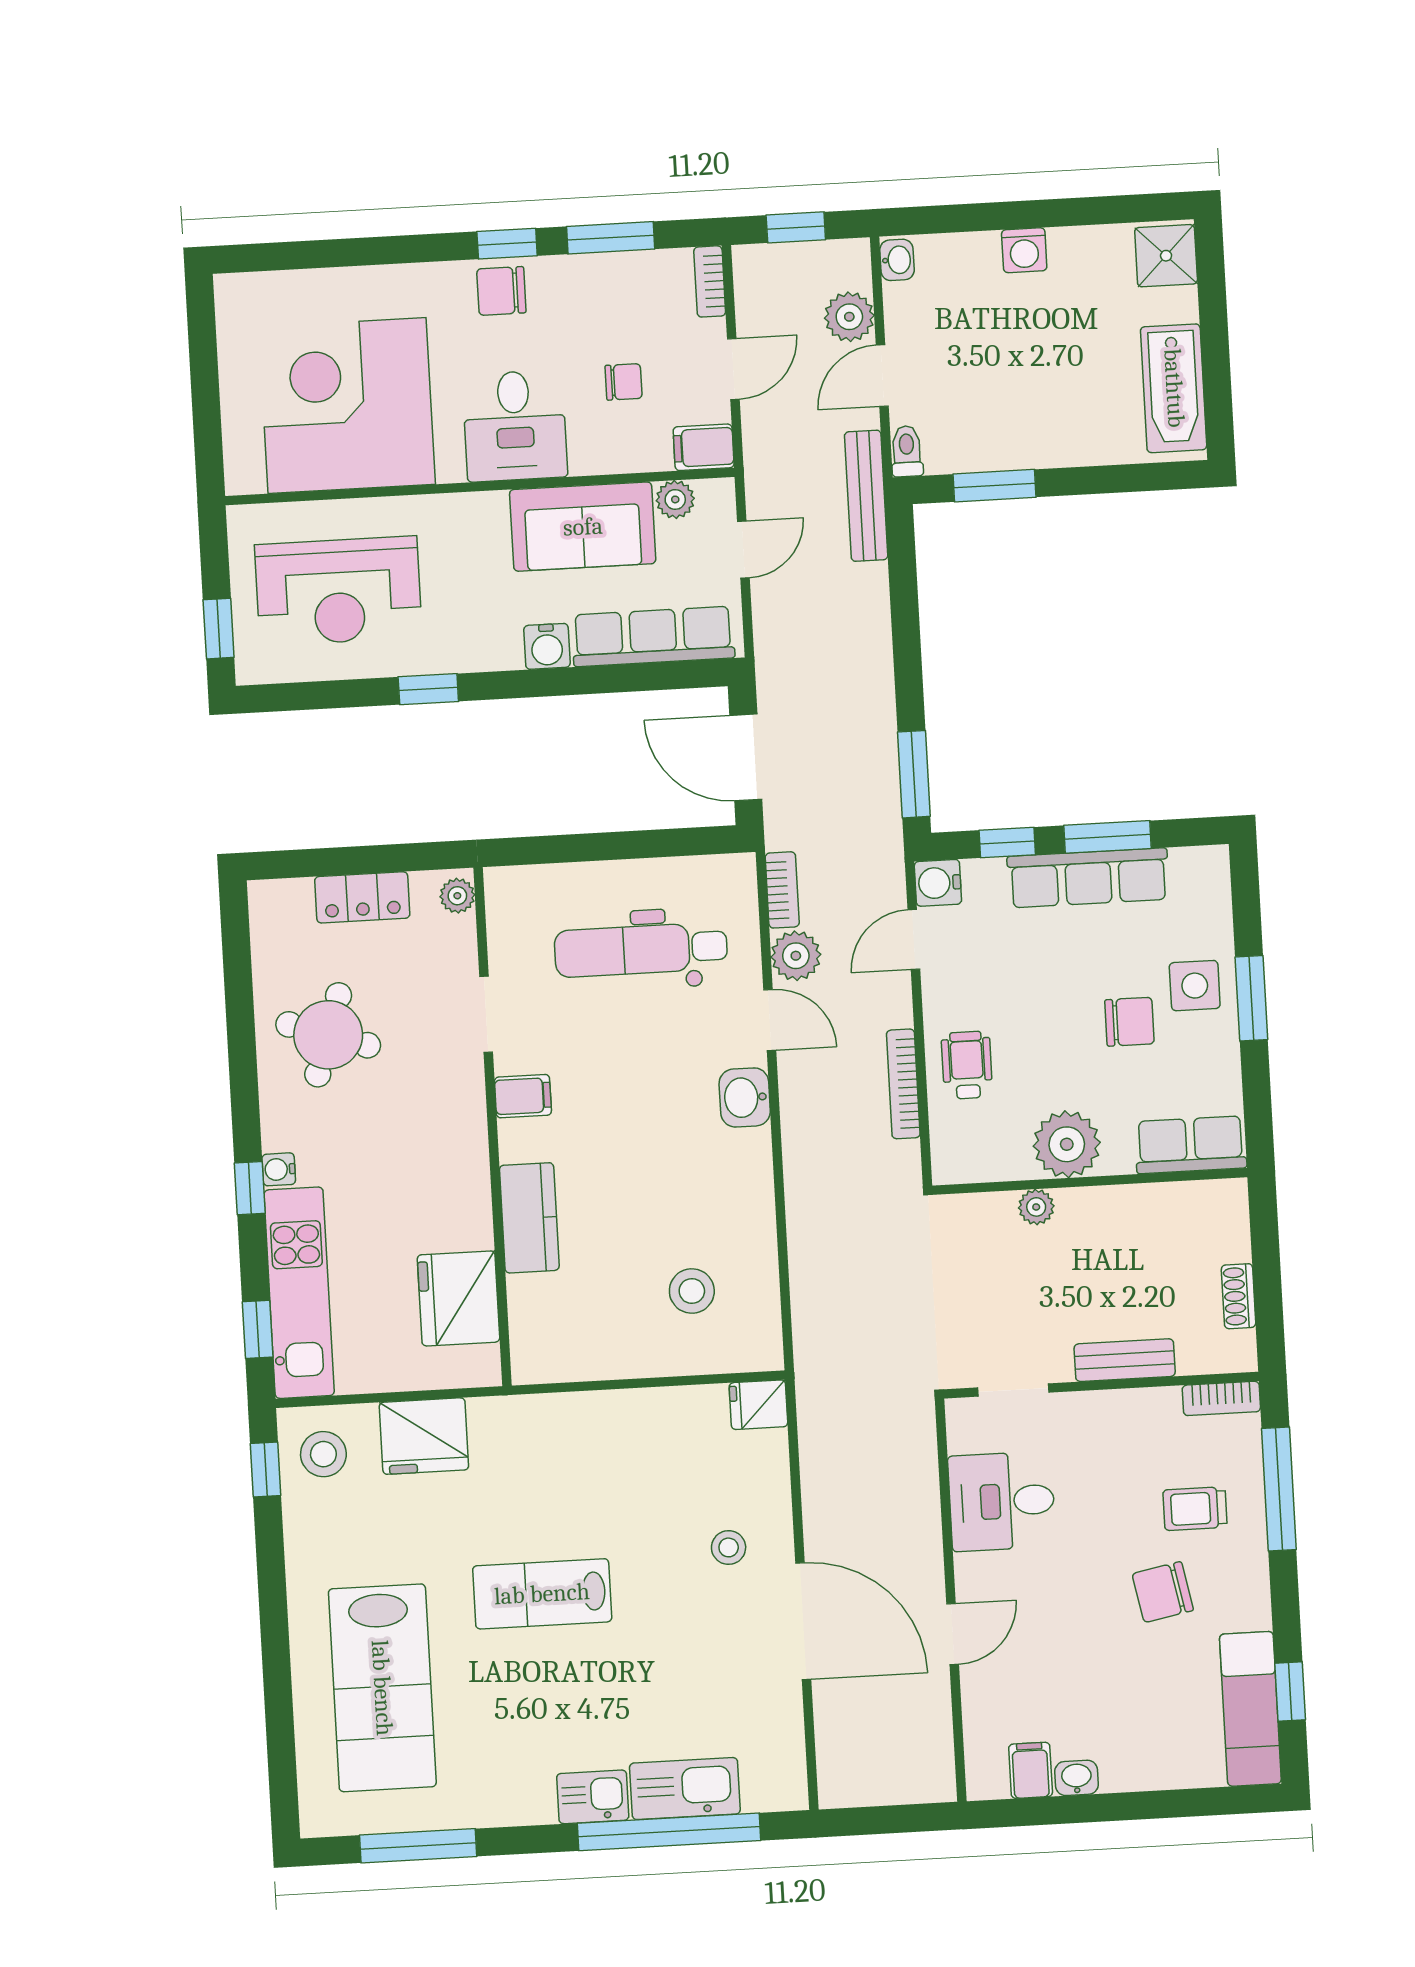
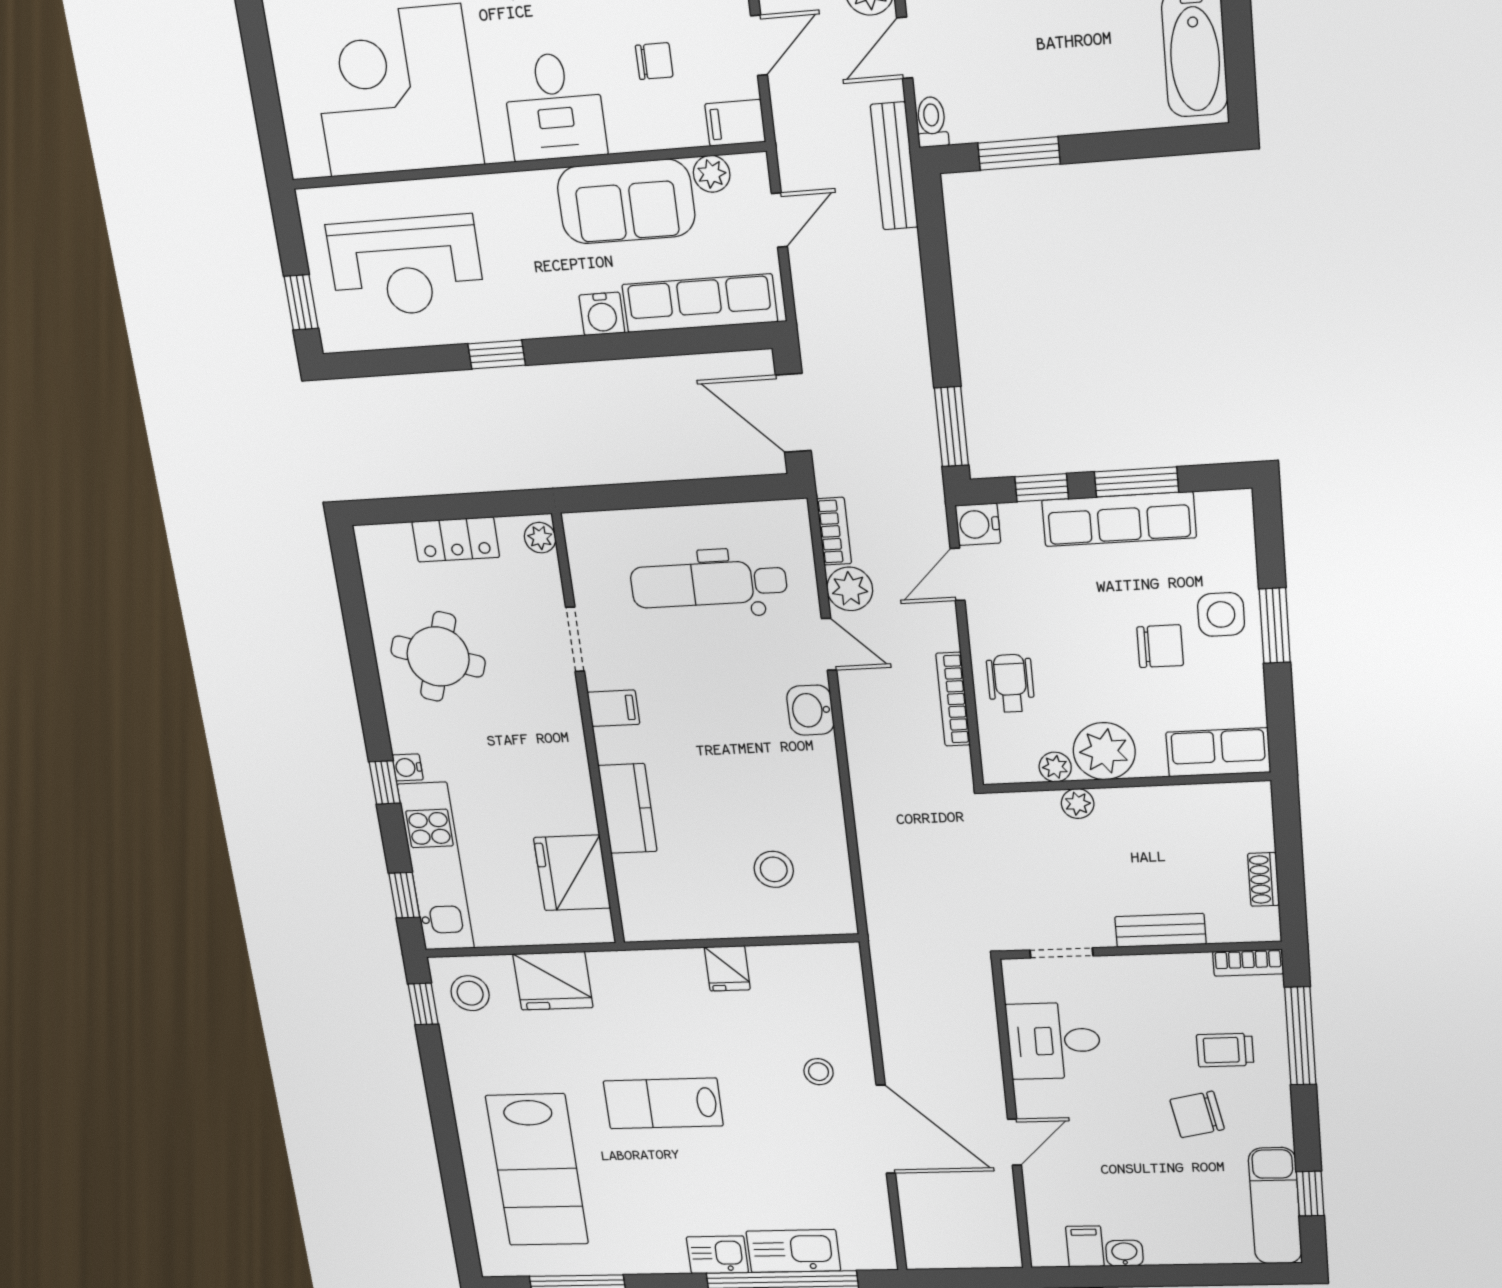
plant: (1013, 1163) -> (1055, 767), added
fridge: (758, 1405) -> (727, 968), moved, turned -90

